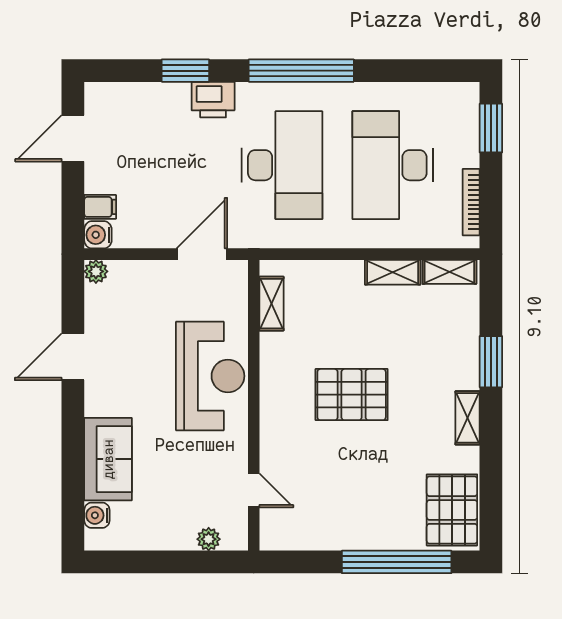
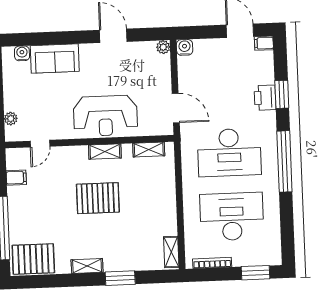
printer: (213, 100) -> (265, 98), moved
filing cabinet: (100, 207) -> (264, 43), moved, turned 90
shelving: (393, 272) -> (105, 152), moved, turned 90
pallet: (352, 395) -> (98, 198), turned 90
filing cabinet: (311, 534) -> (16, 178), added

